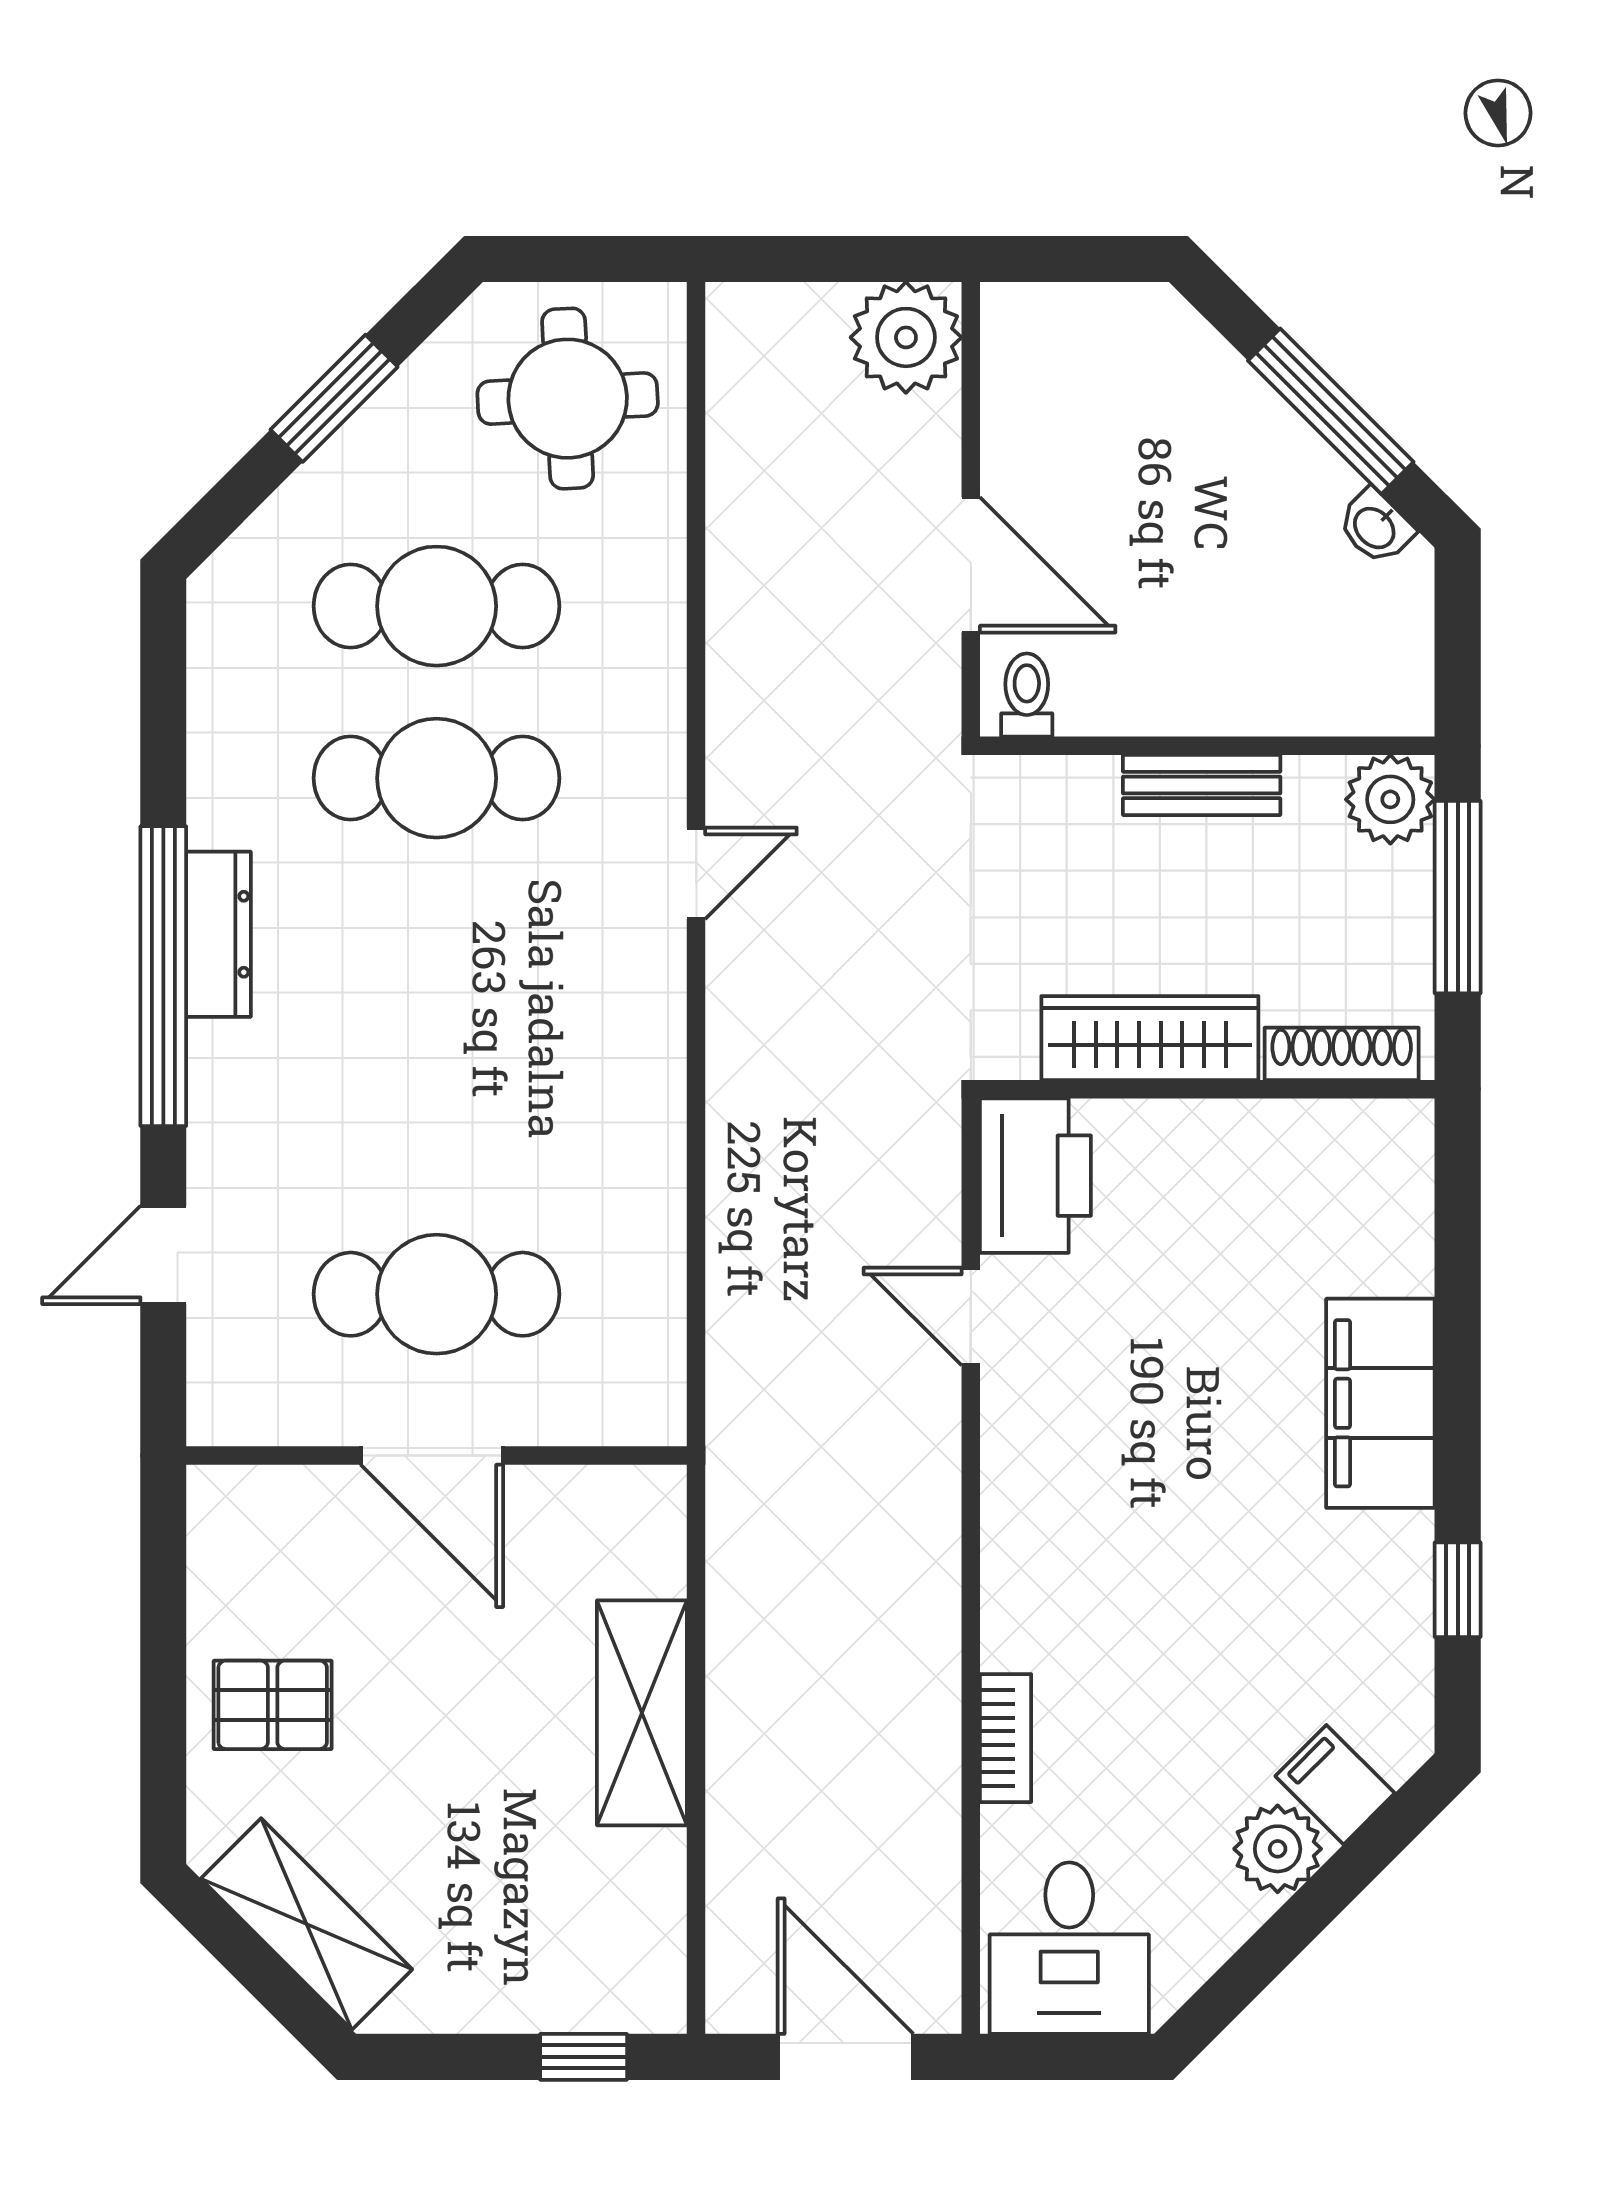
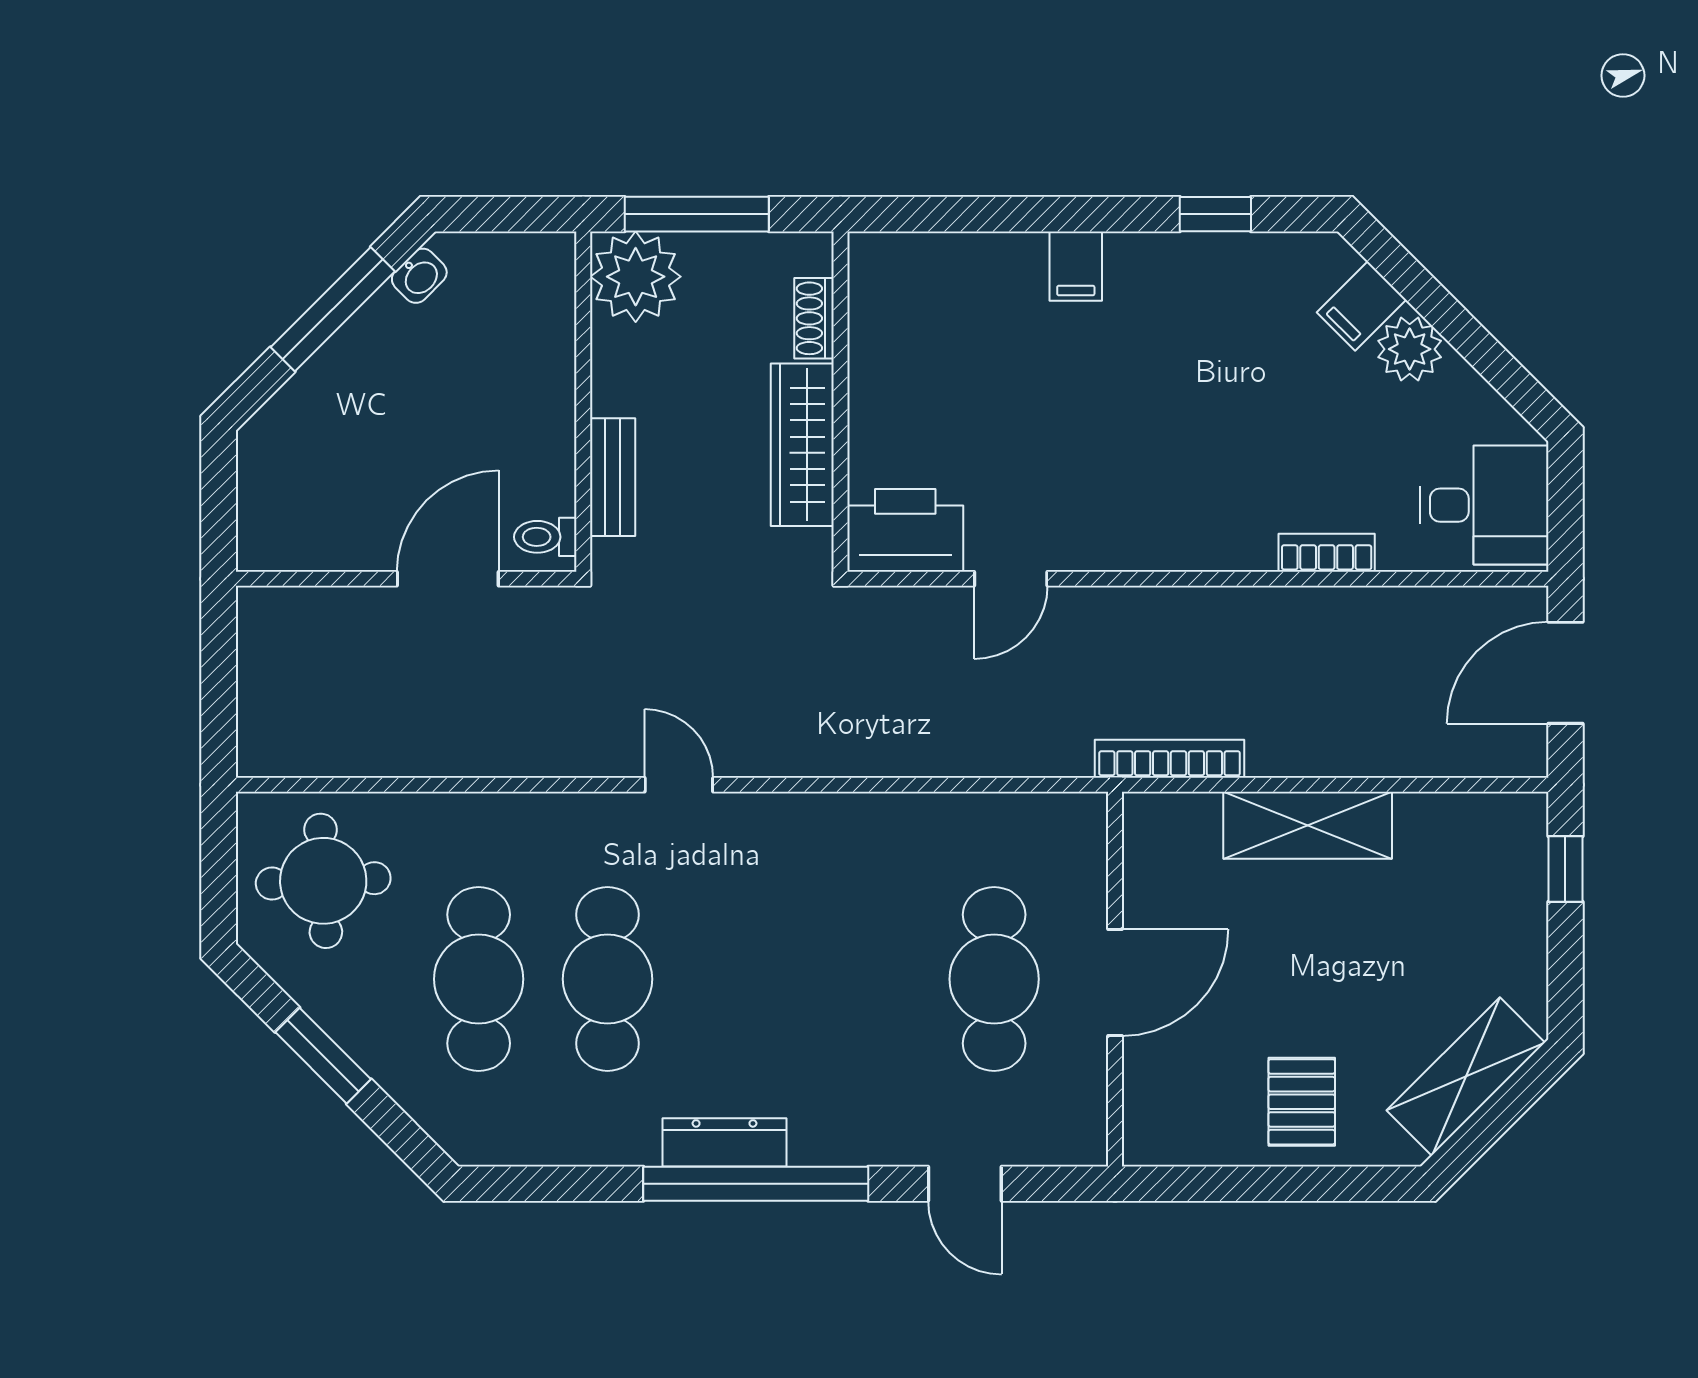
plant: (906, 337) -> (277, 627), removed
bench: (1202, 785) -> (613, 477), moved
plant: (1390, 799) -> (636, 277), width x1.36, depth x1.36
shoe rack: (1342, 1054) -> (814, 318), width x0.70
filing cabinet: (1380, 1403) -> (1076, 266), width x0.33, depth x0.86
bookcase: (731, 1528) -> (1170, 759), added

